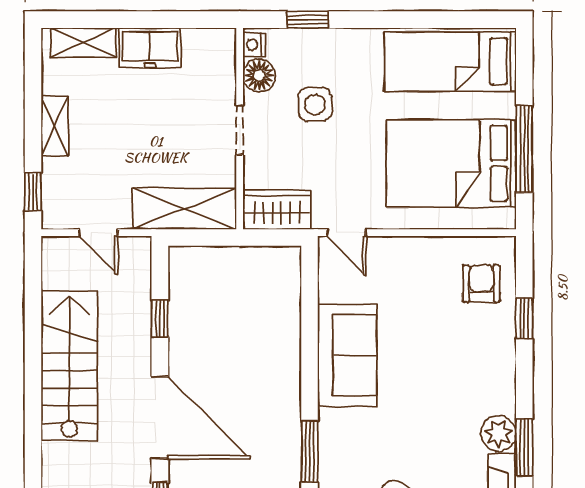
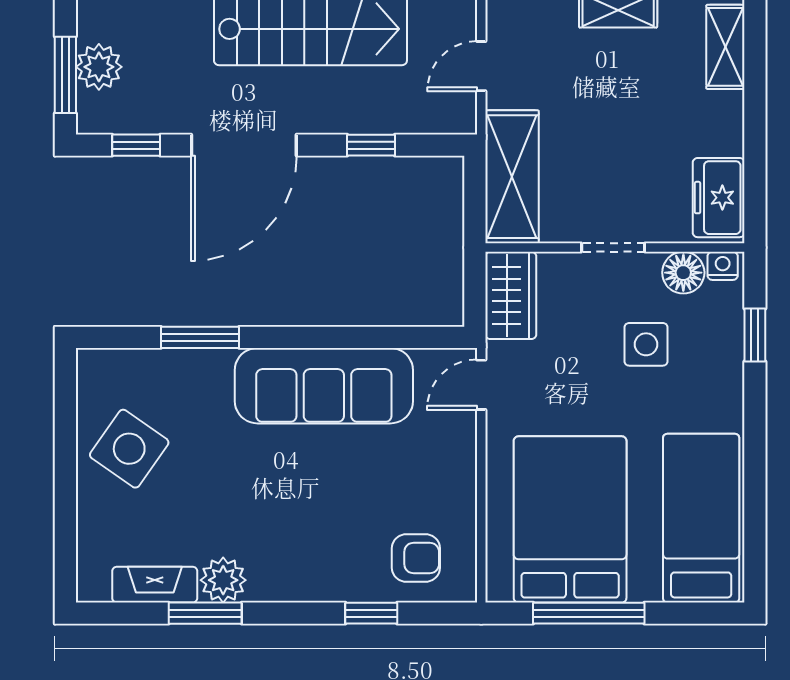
freezer: (150, 48) -> (719, 198), moved
sofa: (347, 355) -> (324, 386), width x1.36

